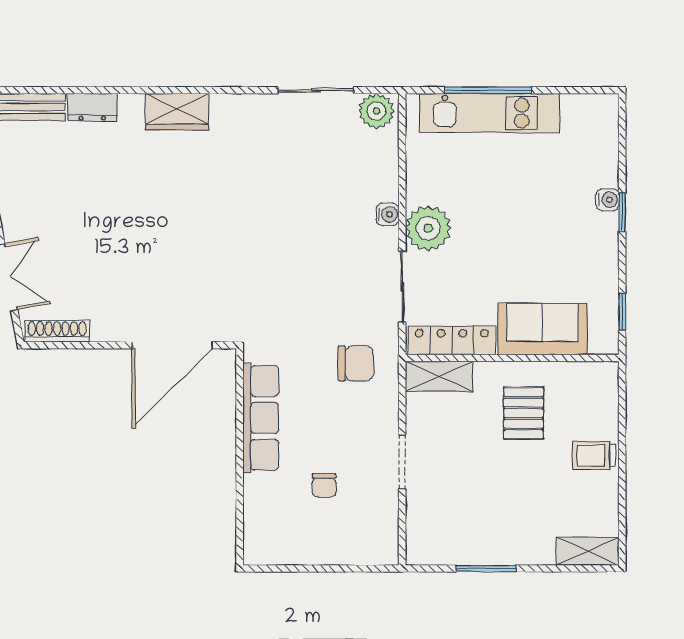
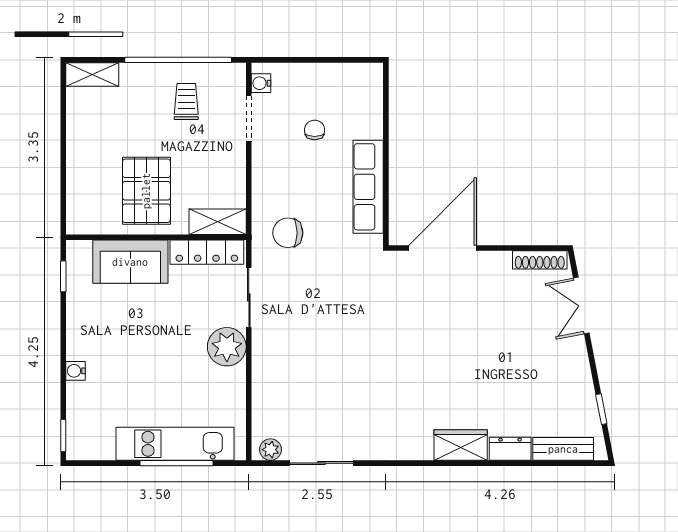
plant: (376, 111) -> (270, 450), width x0.73, depth x0.73
wardrobe: (177, 112) -> (461, 445), moved
window: (622, 212) -> (63, 436), moved
water cooler: (388, 214) -> (261, 83), moved
pallet: (524, 413) -> (146, 191), width x1.50, depth x1.42
trolley: (594, 455) -> (186, 101), moved, turned -90
doorway: (402, 462) -> (249, 118), moved
window: (486, 568) -> (178, 60), width x2.11

